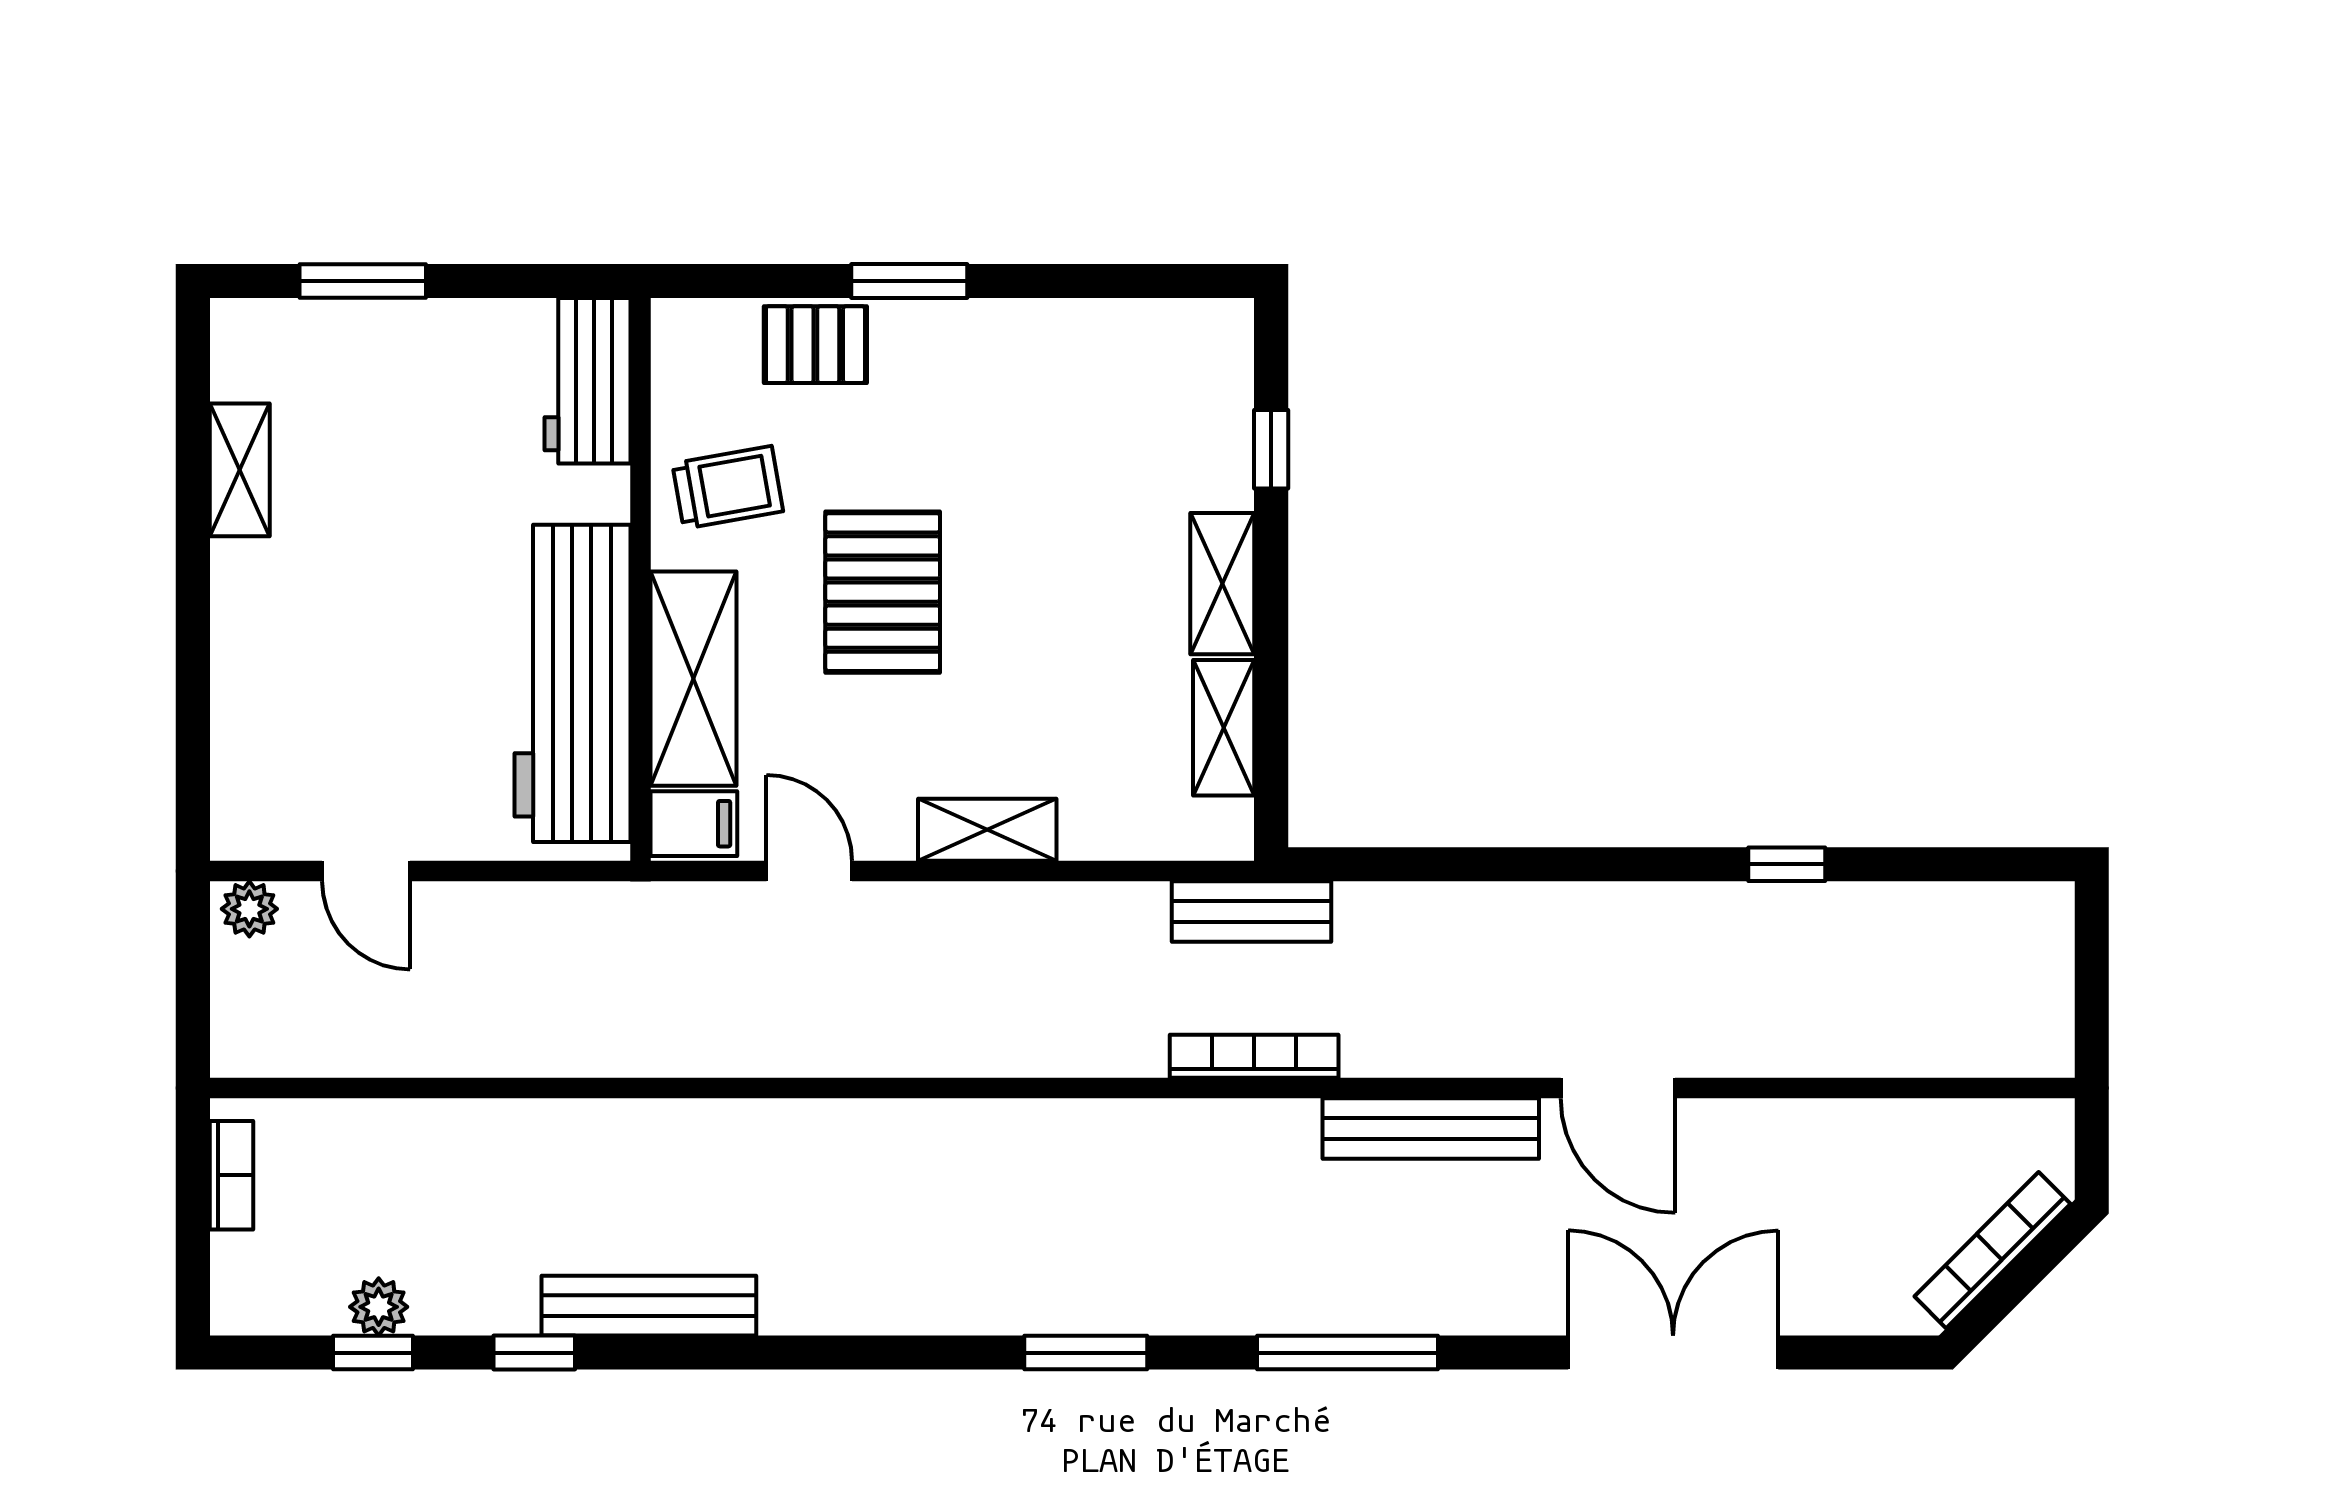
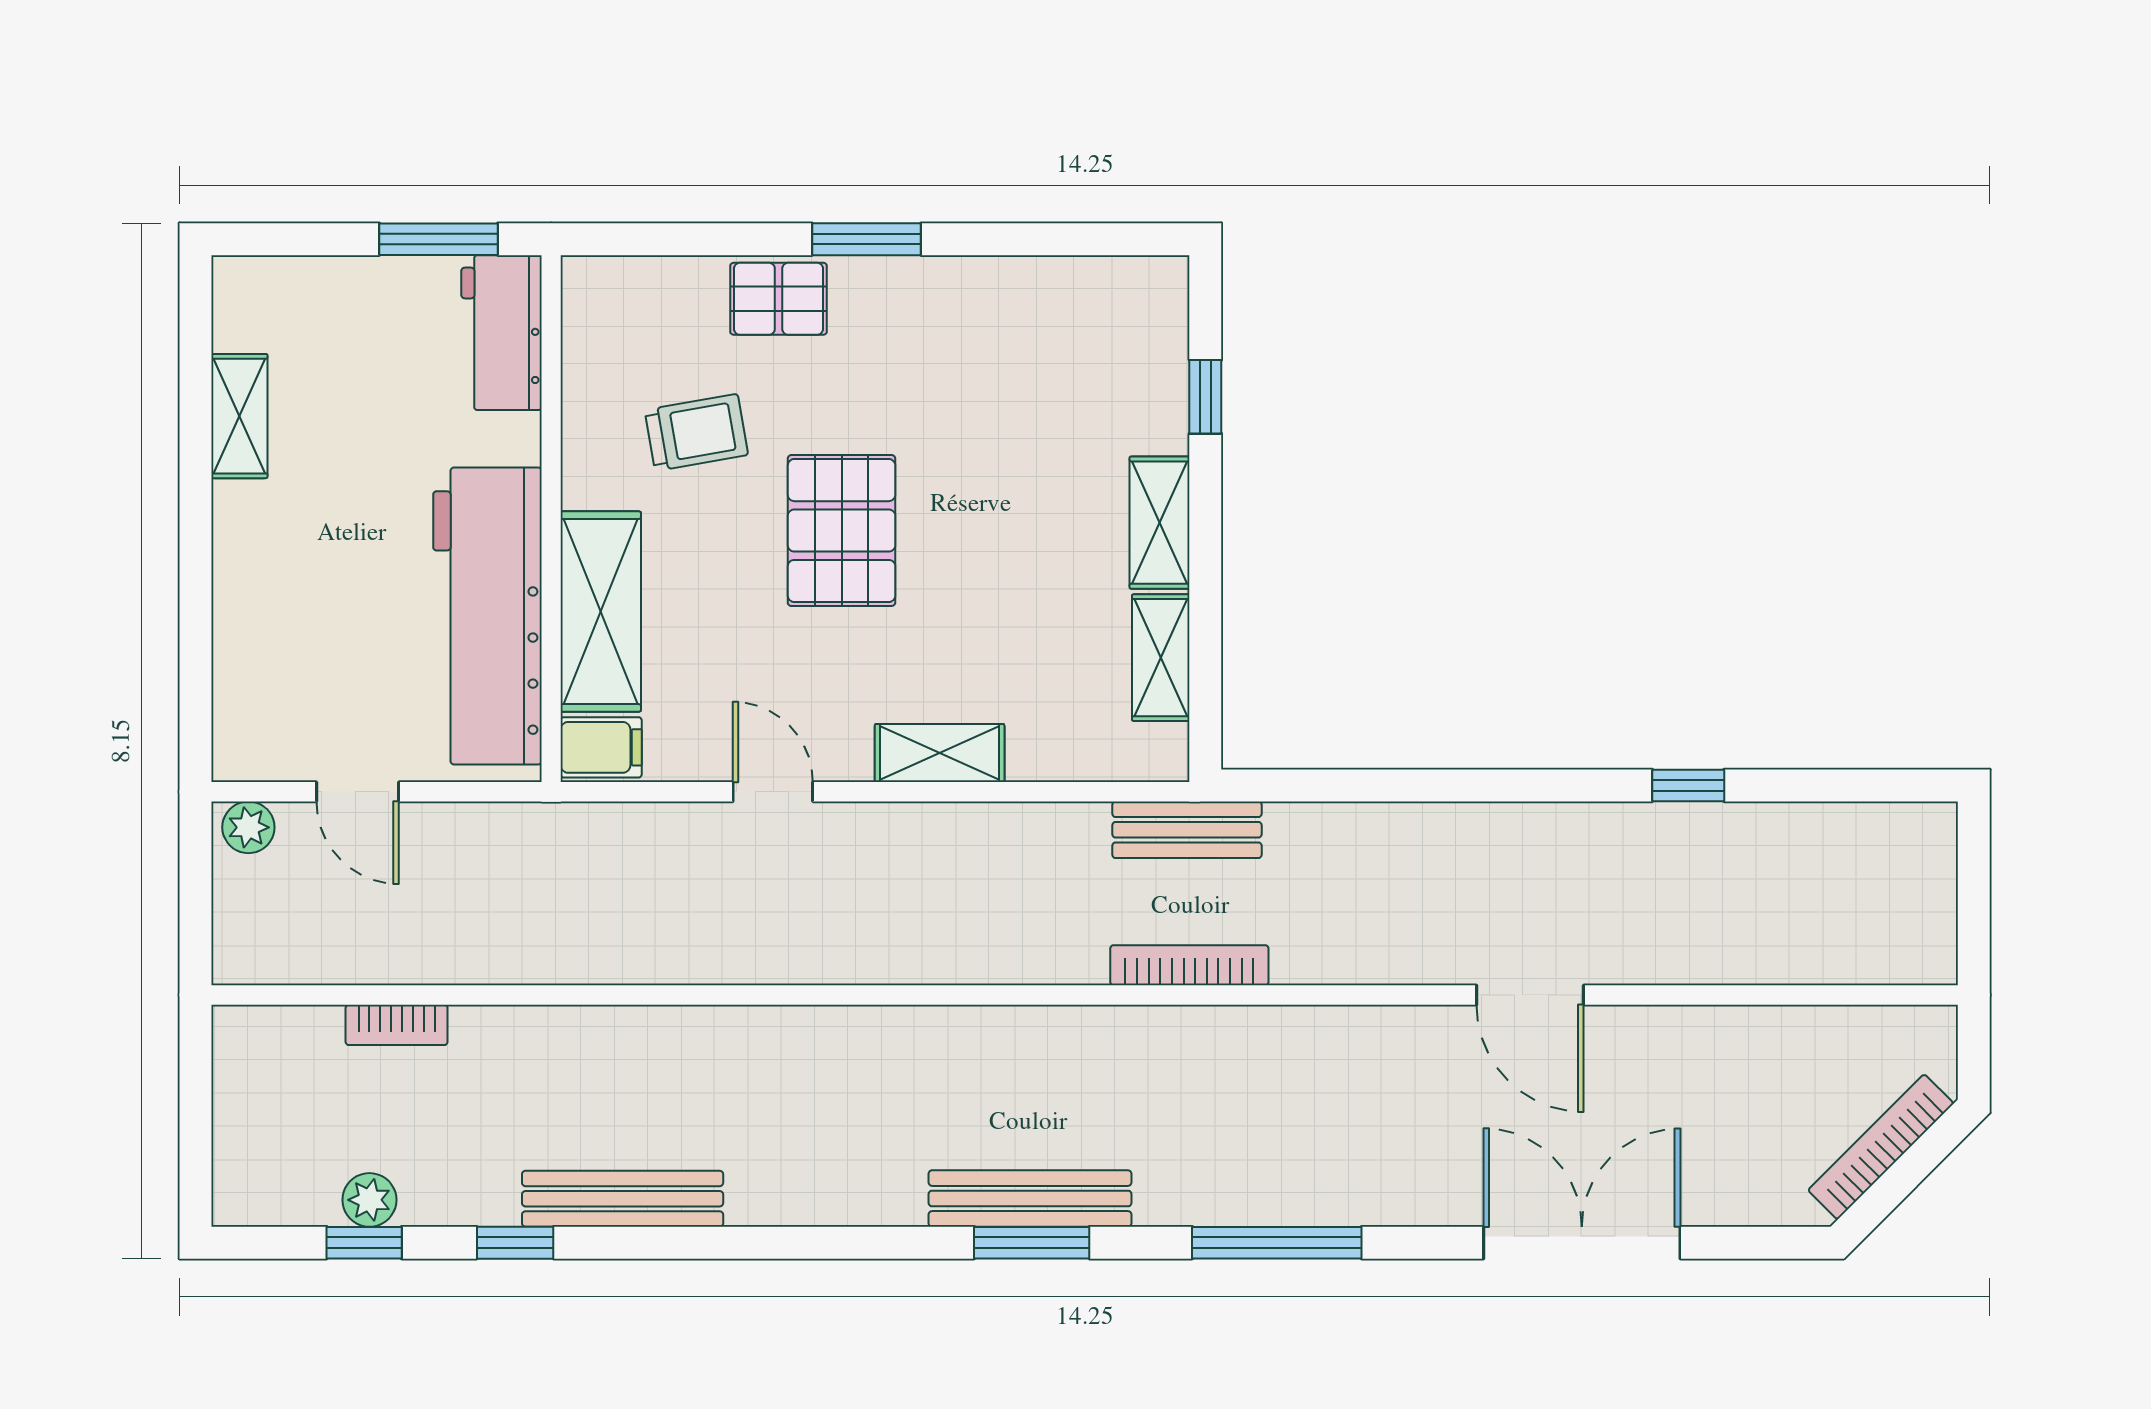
window: (363, 281) -> (439, 239), moved
workbench: (587, 381) -> (502, 333), moved
wall: (640, 579) -> (551, 519), moved
shelving: (693, 679) -> (601, 612), moved
workbench: (572, 683) -> (487, 616), moved
filing cabinet: (694, 824) -> (601, 747), moved
bench: (1431, 1128) -> (1030, 1198), moved
bookcase: (231, 1175) -> (397, 1025), moved, turned 90

